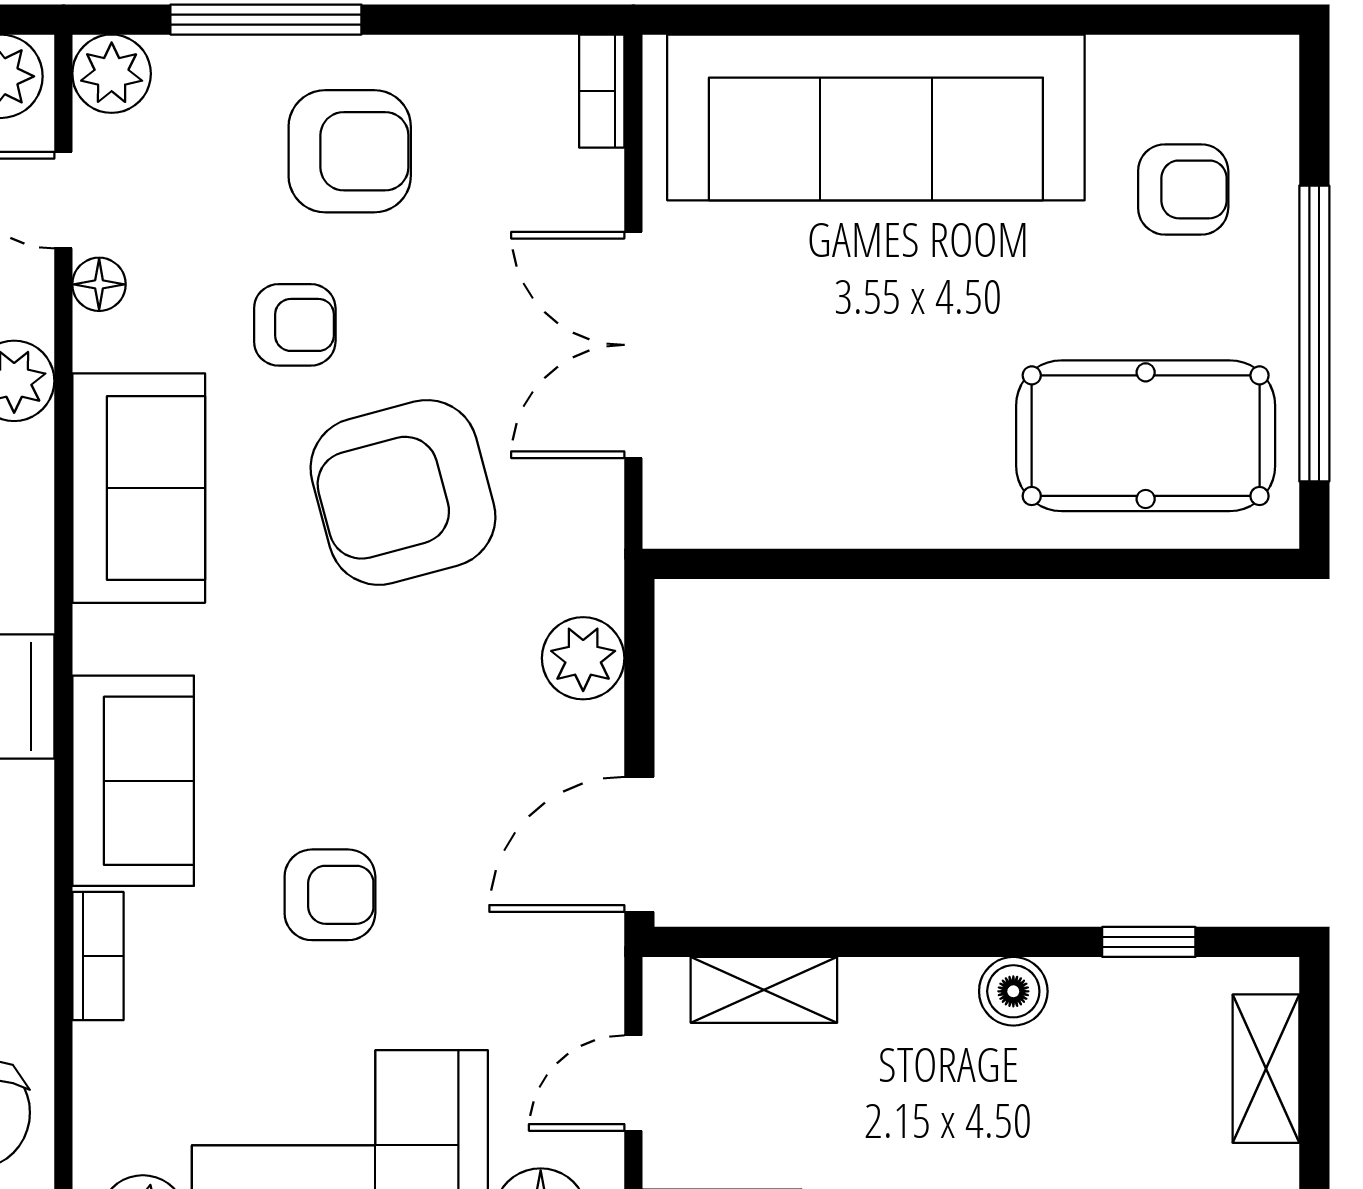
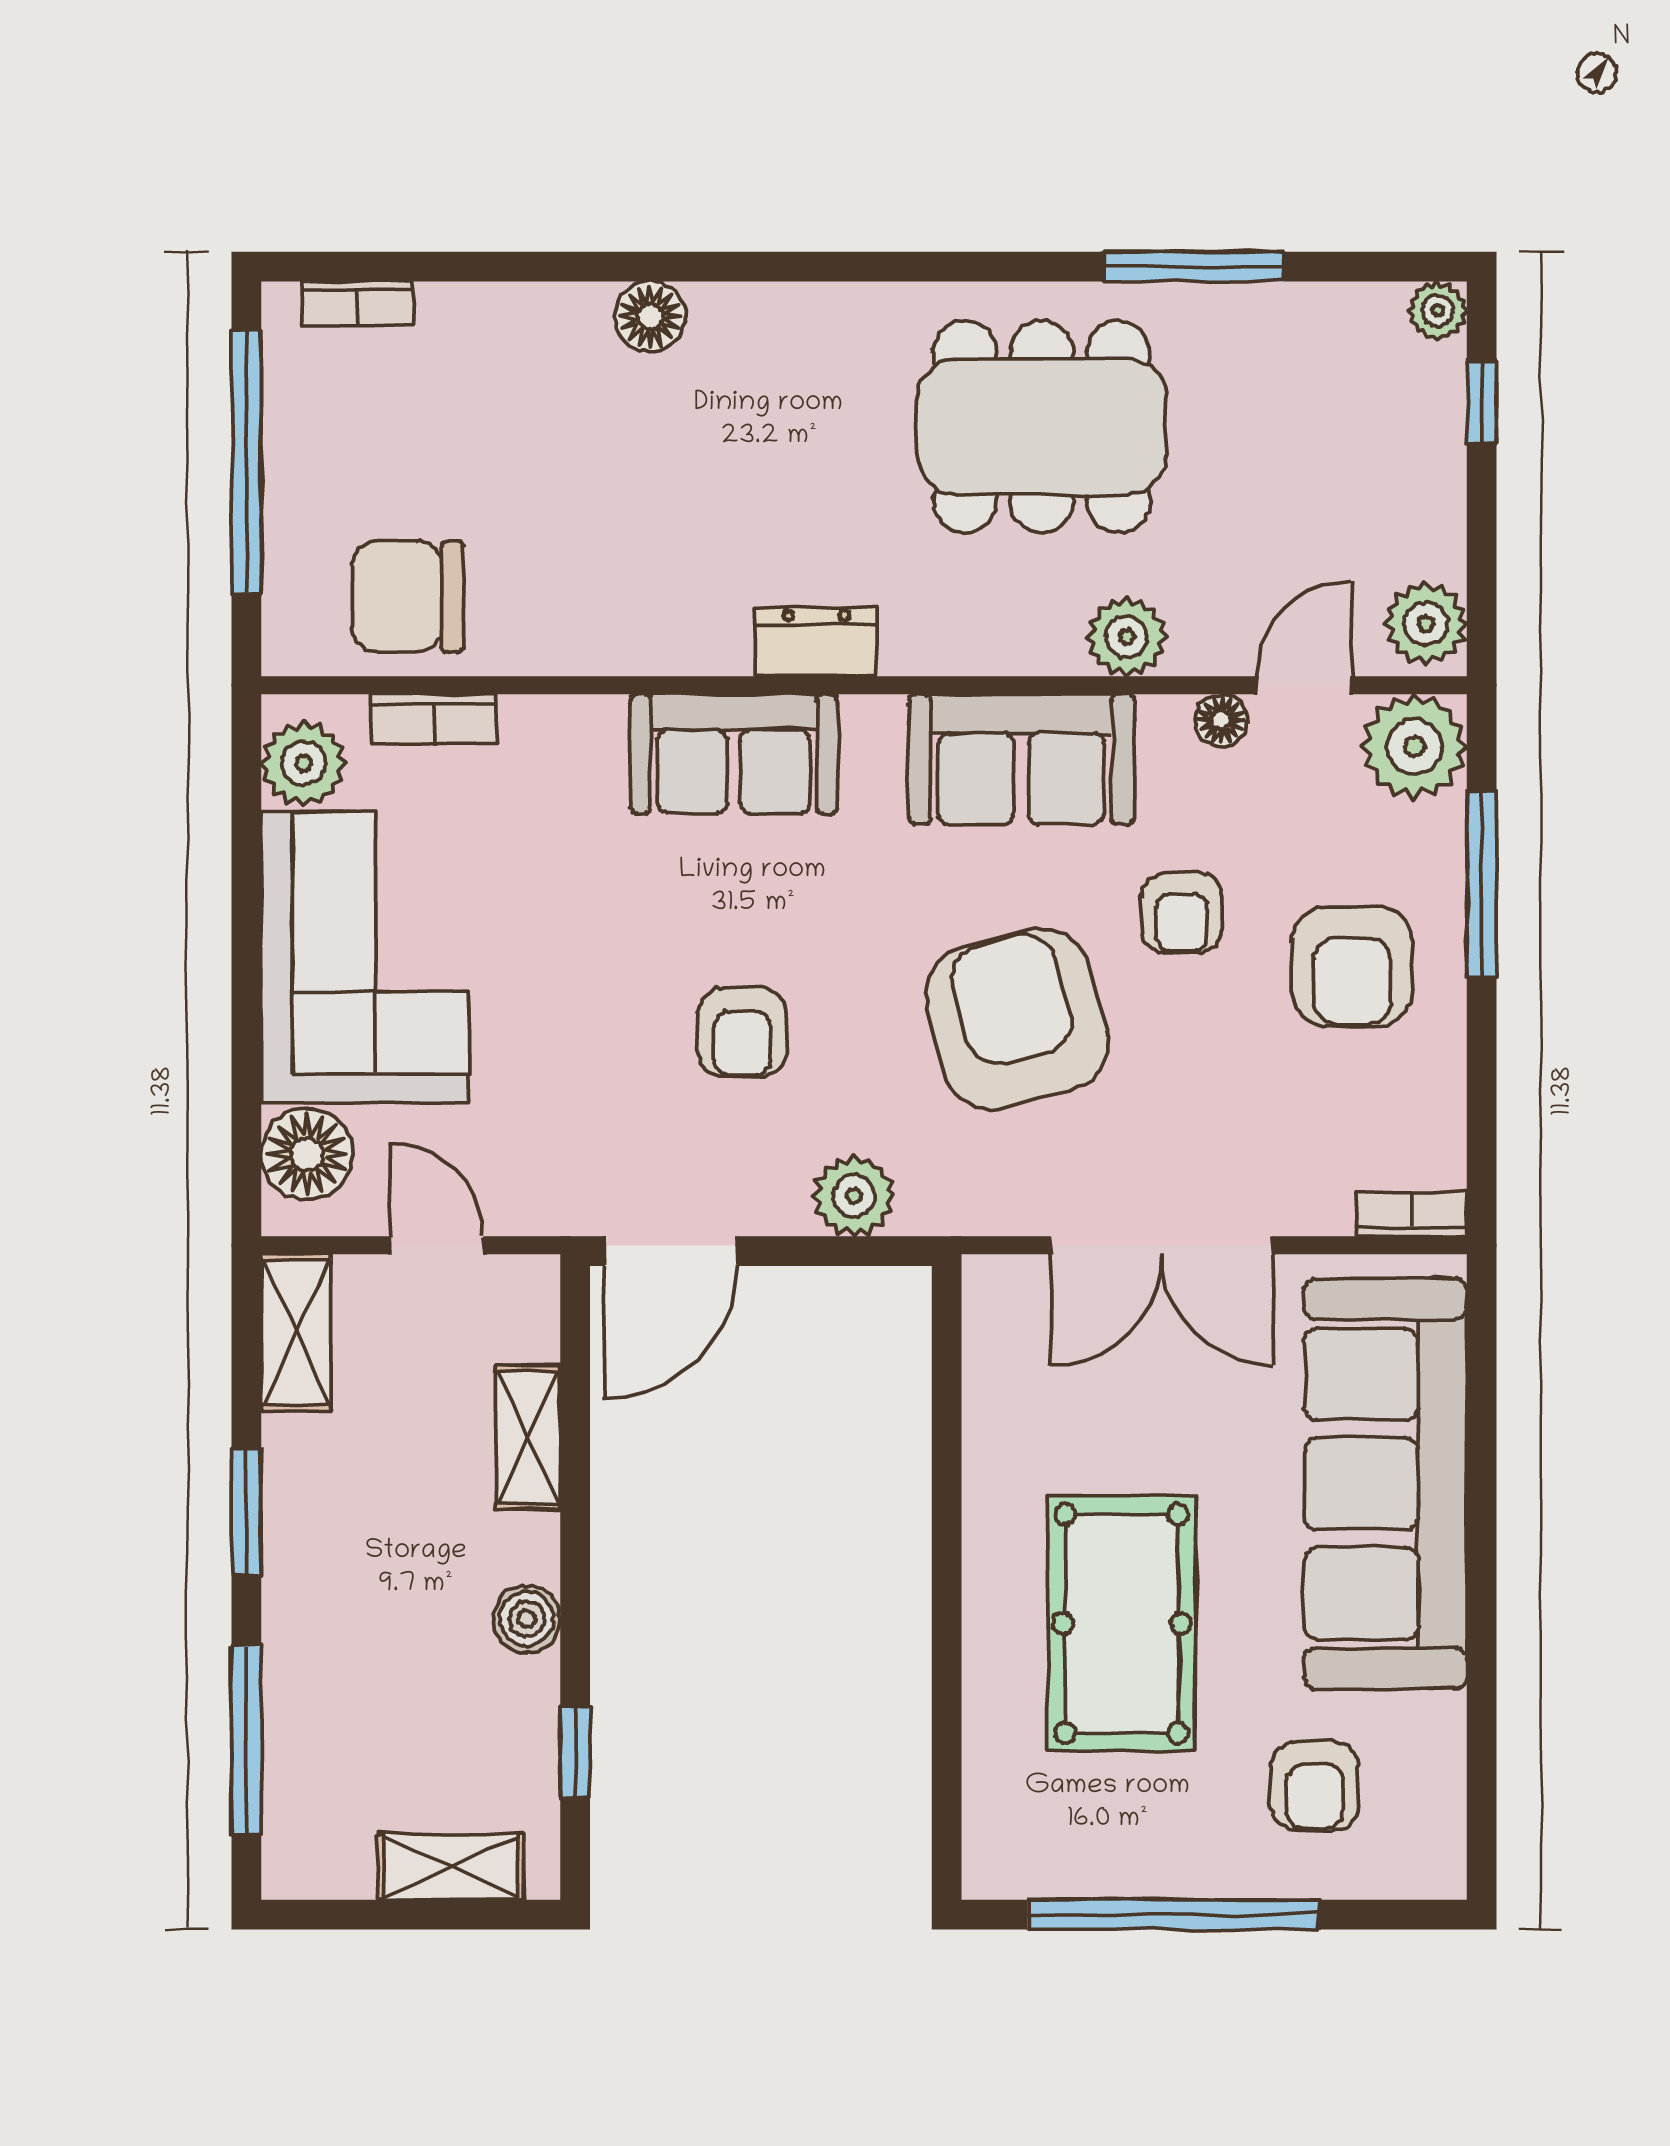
plant: (112, 74) -> (1414, 747), width x1.36, depth x1.36
double door: (633, 345) -> (1162, 1245), swing flipped
pool table: (1146, 436) -> (1122, 1624), moved
door: (639, 844) -> (671, 1251), swing flipped
armchair: (330, 895) -> (742, 1032), moved
bookcase: (98, 956) -> (434, 719), moved
shelving: (764, 990) -> (528, 1437), moved

